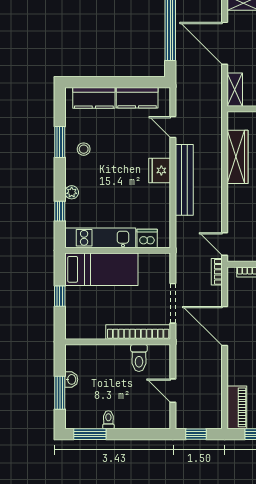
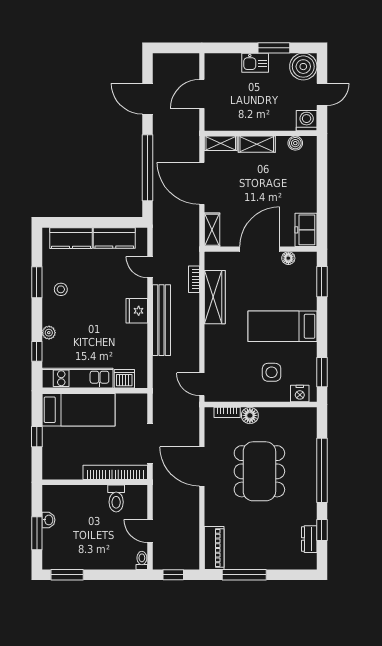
bookcase: (217, 272) -> (194, 279), moved
toilet: (108, 420) -> (142, 560), moved

